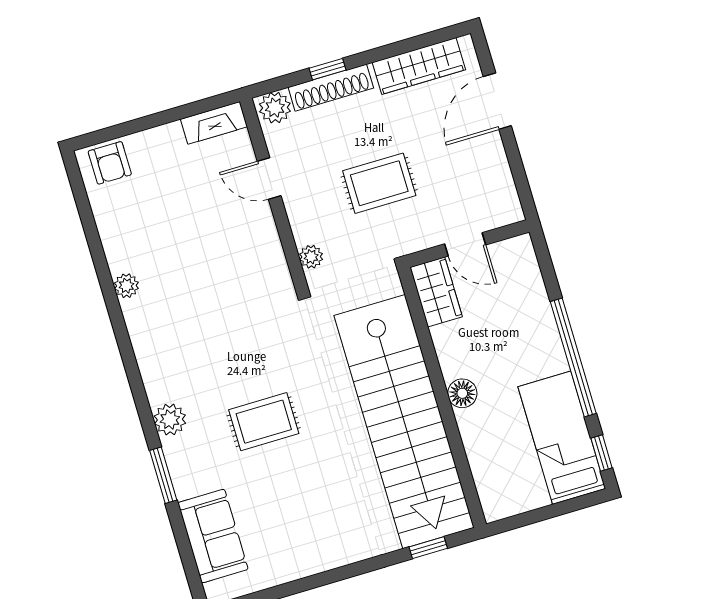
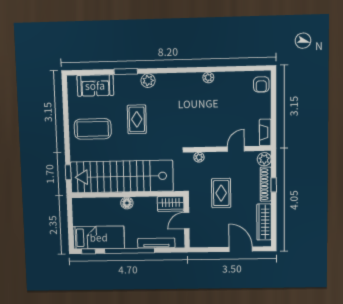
armchair: (110, 163) -> (261, 84), turned -90
tv unit: (537, 300) -> (156, 243), added
coffee table: (313, 517) -> (93, 129), added

